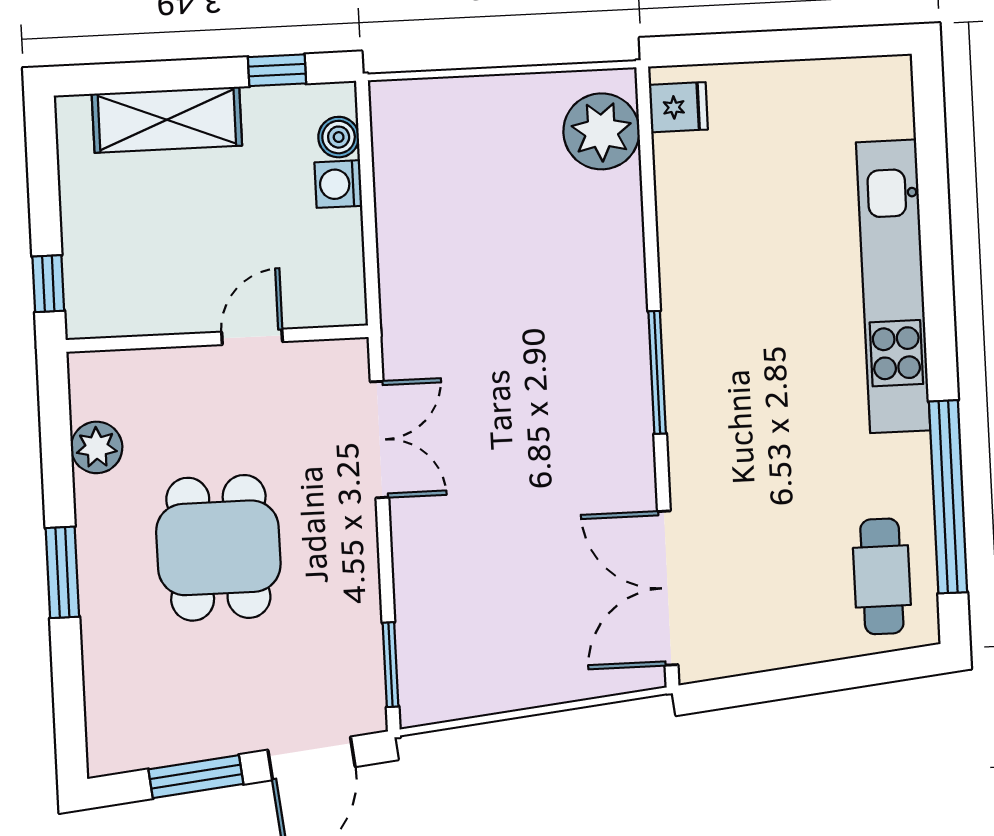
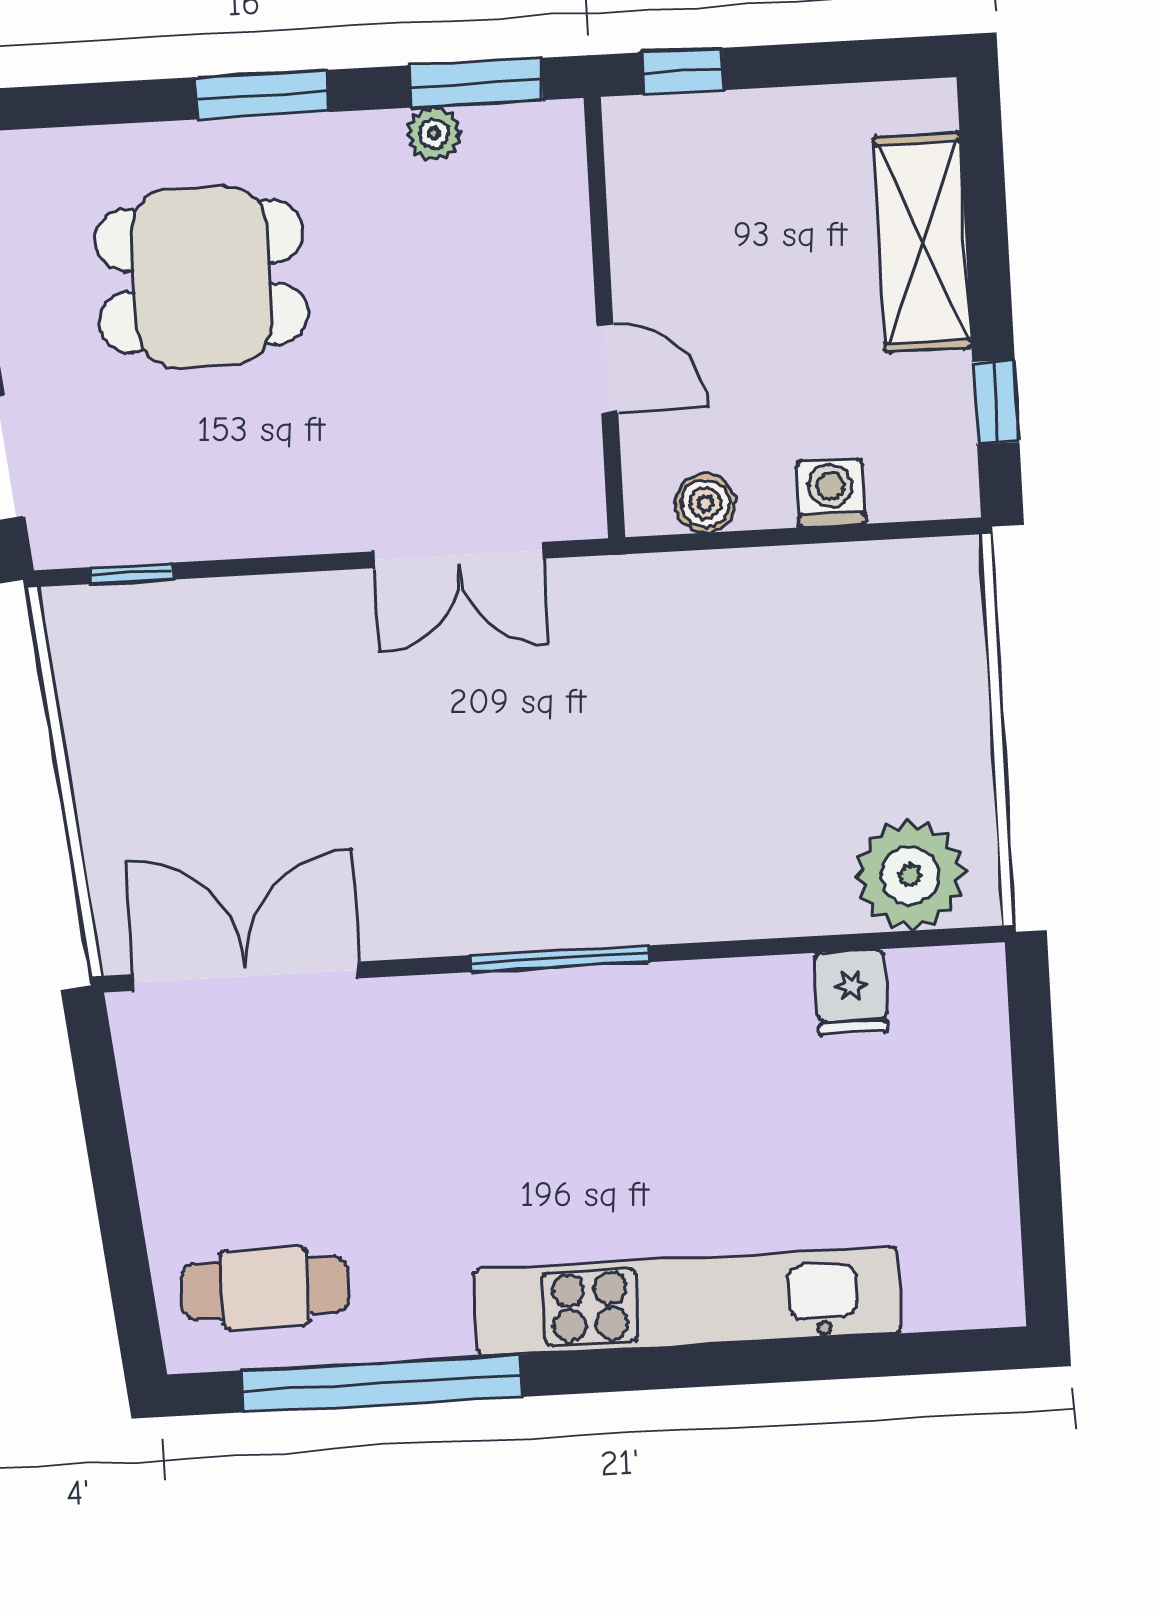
fridge: (678, 107) -> (851, 992), moved
boiler: (339, 137) -> (705, 503), moved
window: (55, 426) -> (476, 83), added
plant: (97, 447) -> (434, 134), width x0.73, depth x0.73
dining table: (218, 548) -> (201, 277), moved
window: (391, 665) -> (131, 573), width x0.67

